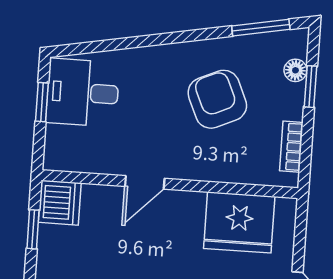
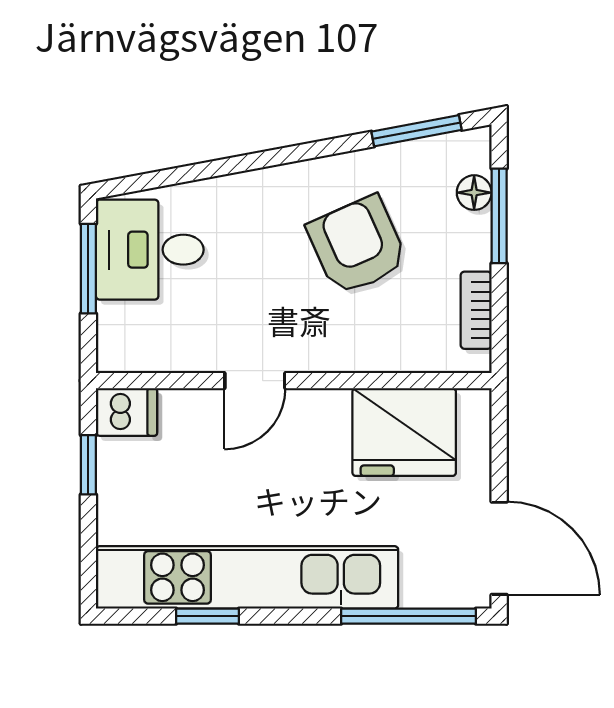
window: (311, 87) -> (499, 216), width x1.50
window: (42, 102) -> (88, 269), width x1.50
dishwasher: (60, 203) -> (127, 412), width x0.73

